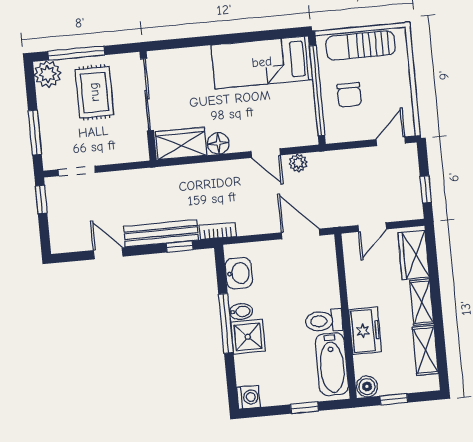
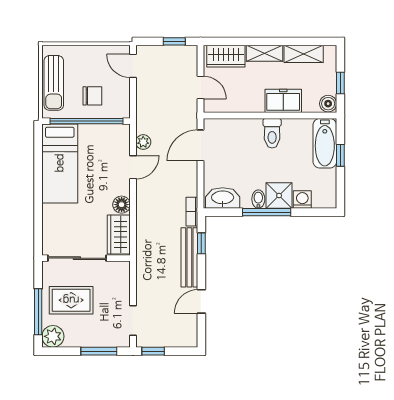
washbasin: (239, 273) -> (223, 198), width x1.38
bathtub: (332, 364) -> (325, 143), moved, turned 90
washing machine: (249, 397) -> (302, 200), moved

